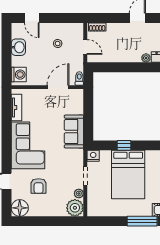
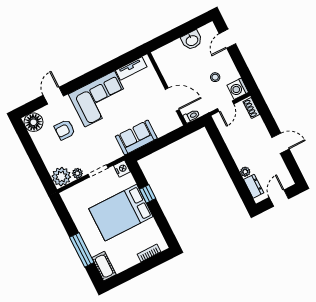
washing machine: (19, 75) -> (238, 89), moved, turned 90

